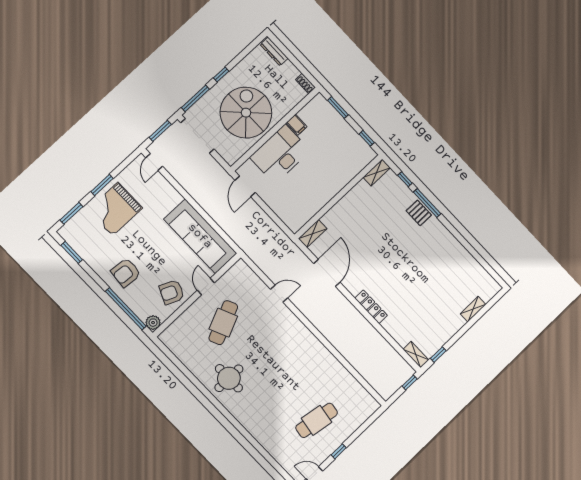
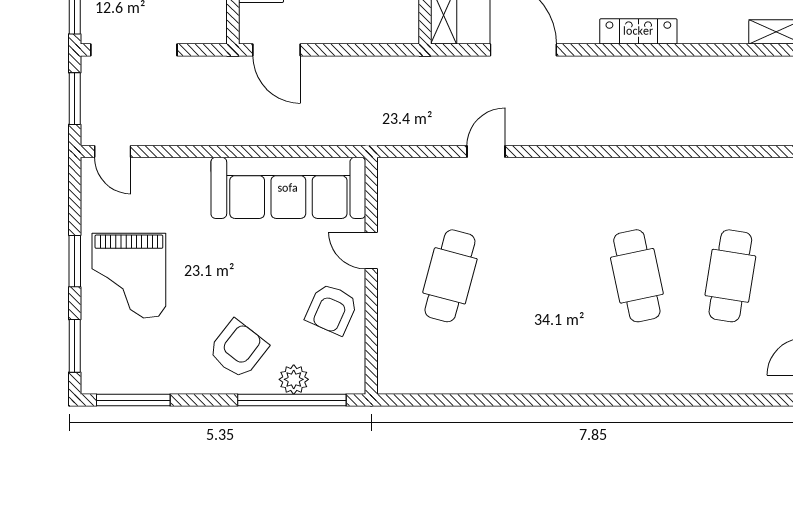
window: (72, 252) -> (133, 400), width x1.44
armchair: (126, 273) -> (238, 349), turned -147
plant: (153, 323) -> (294, 379), moved
cafe table: (223, 323) -> (450, 276), turned 39
round table: (229, 378) -> (541, 346), removed
cafe table: (286, 388) -> (637, 276), added

